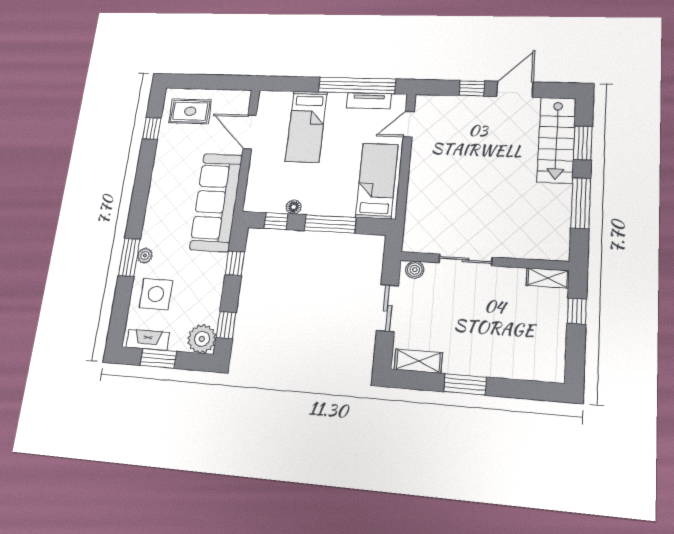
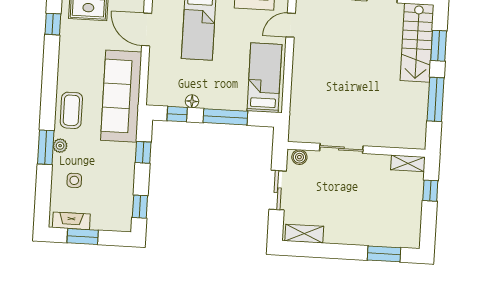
coffee table: (161, 217) -> (71, 110), added
side table: (156, 294) -> (74, 180), width x0.54, depth x0.54
plant: (202, 339) -> (120, 219), removed
window: (465, 384) -> (384, 254), moved

